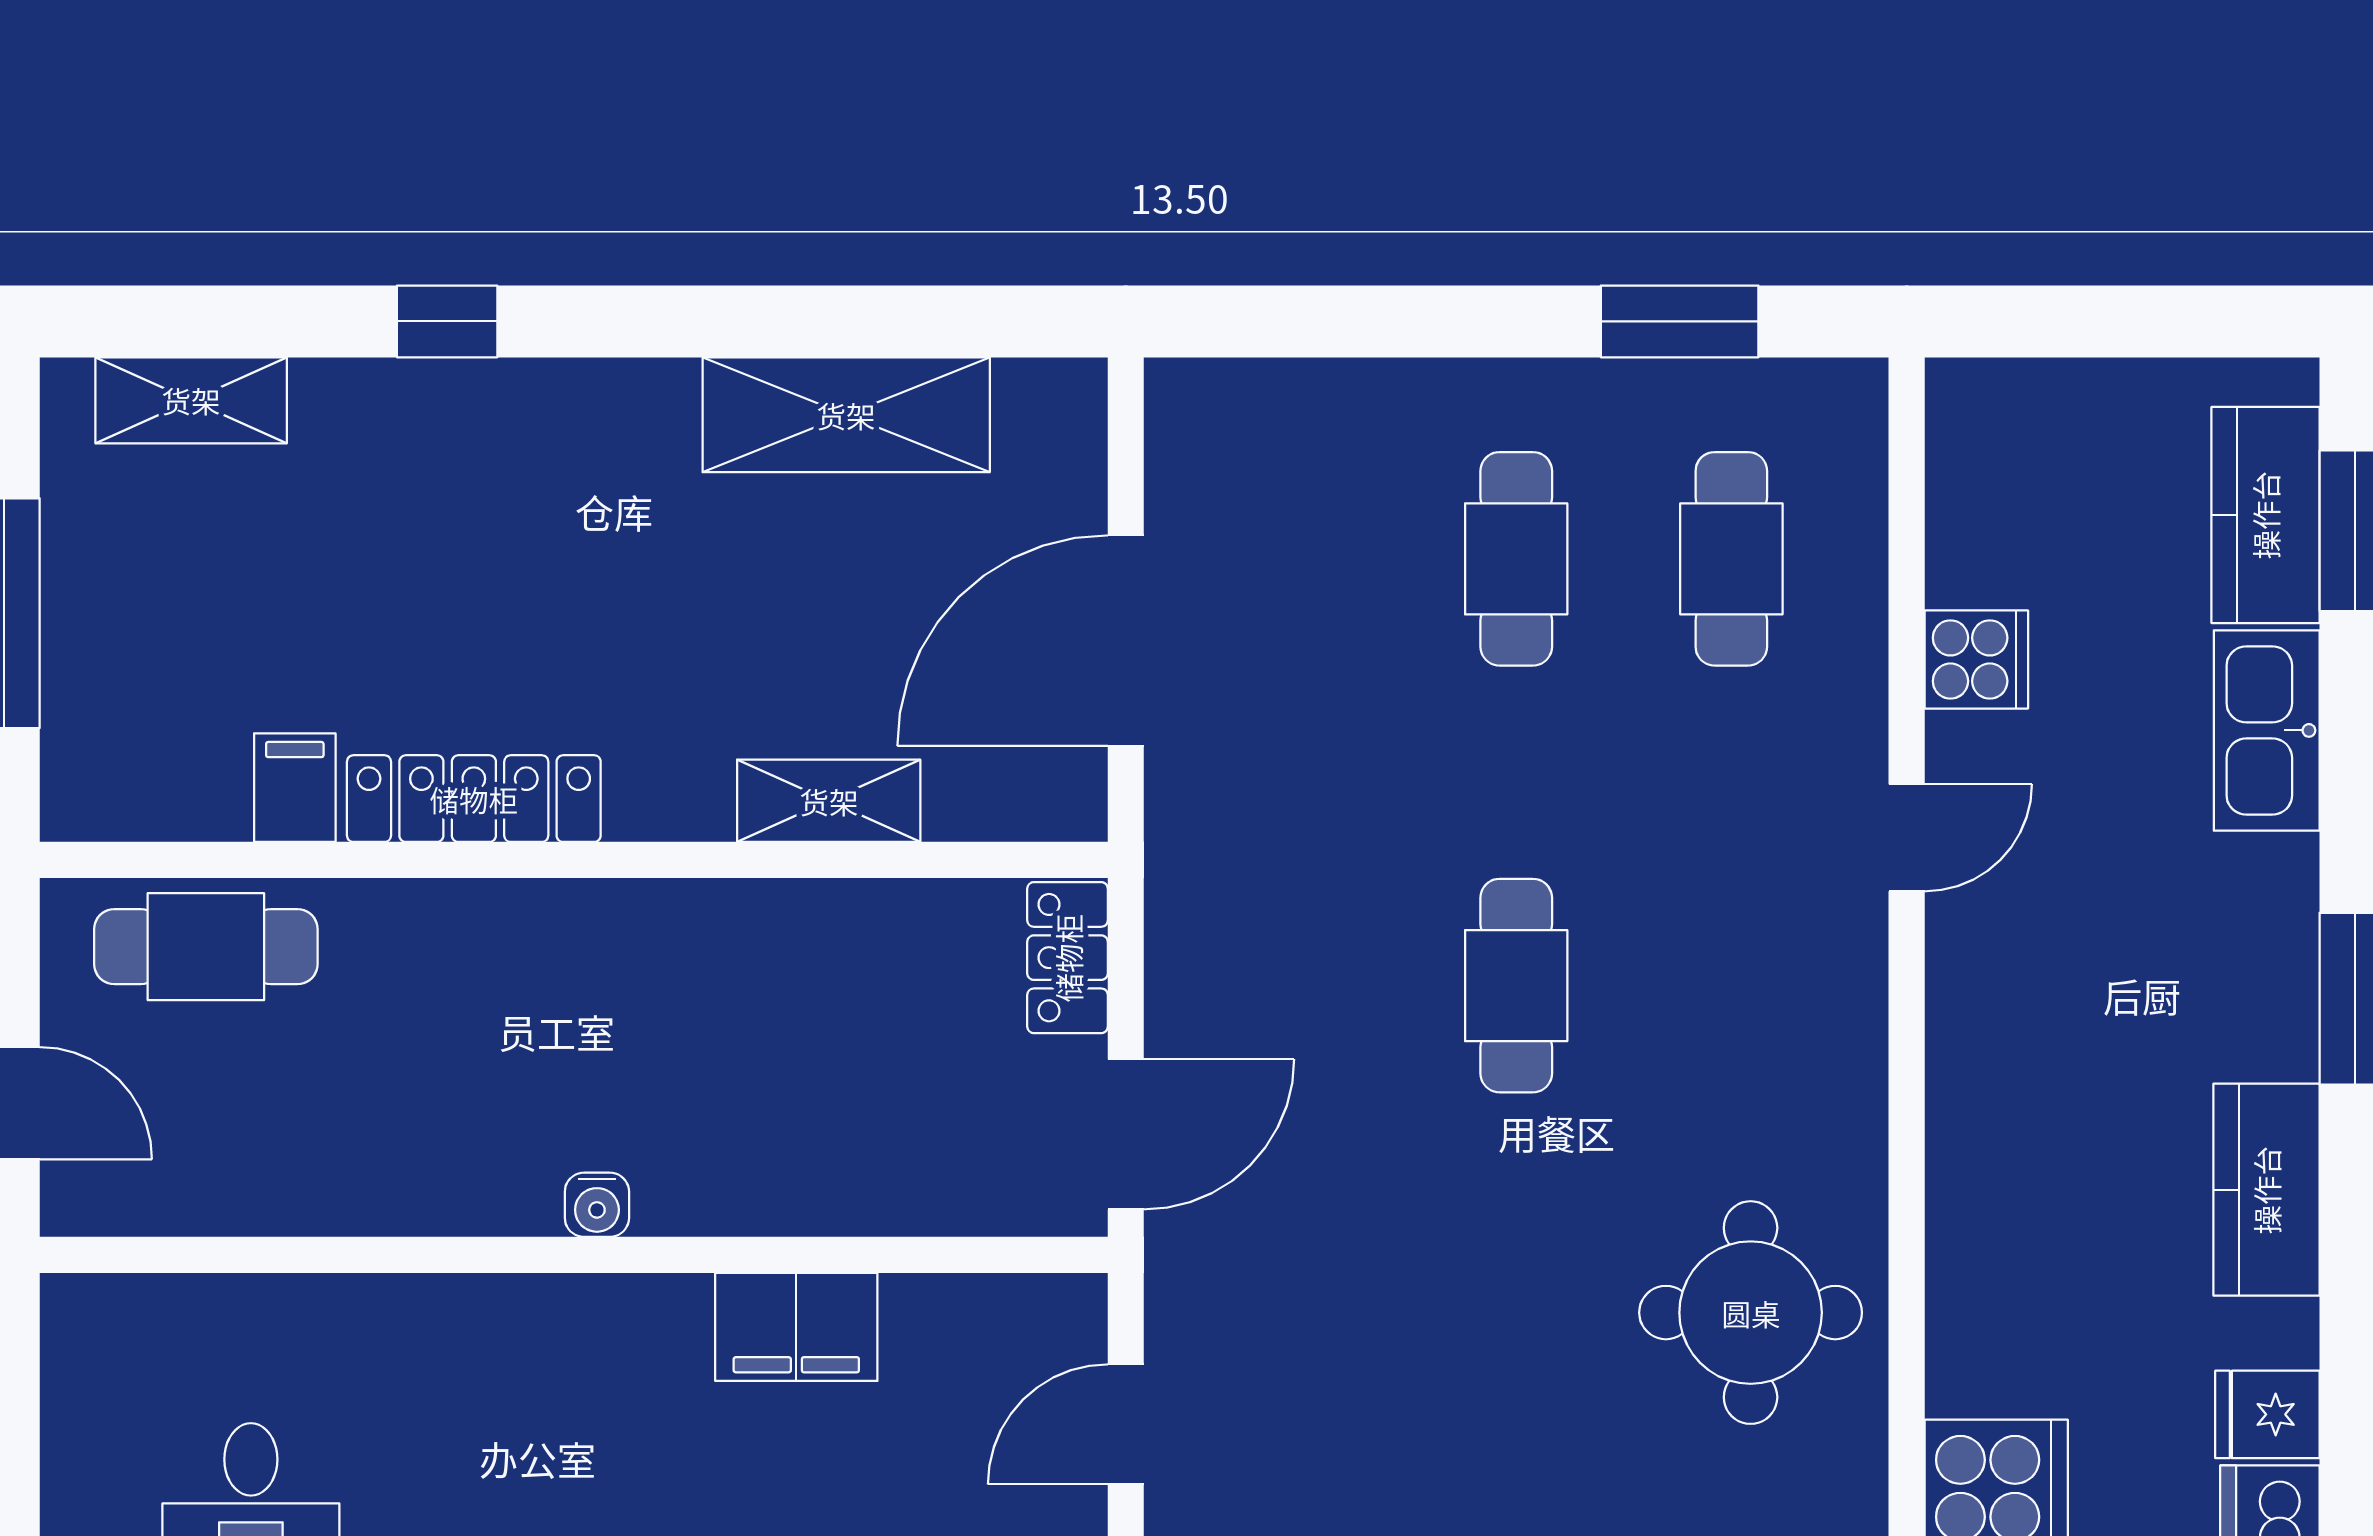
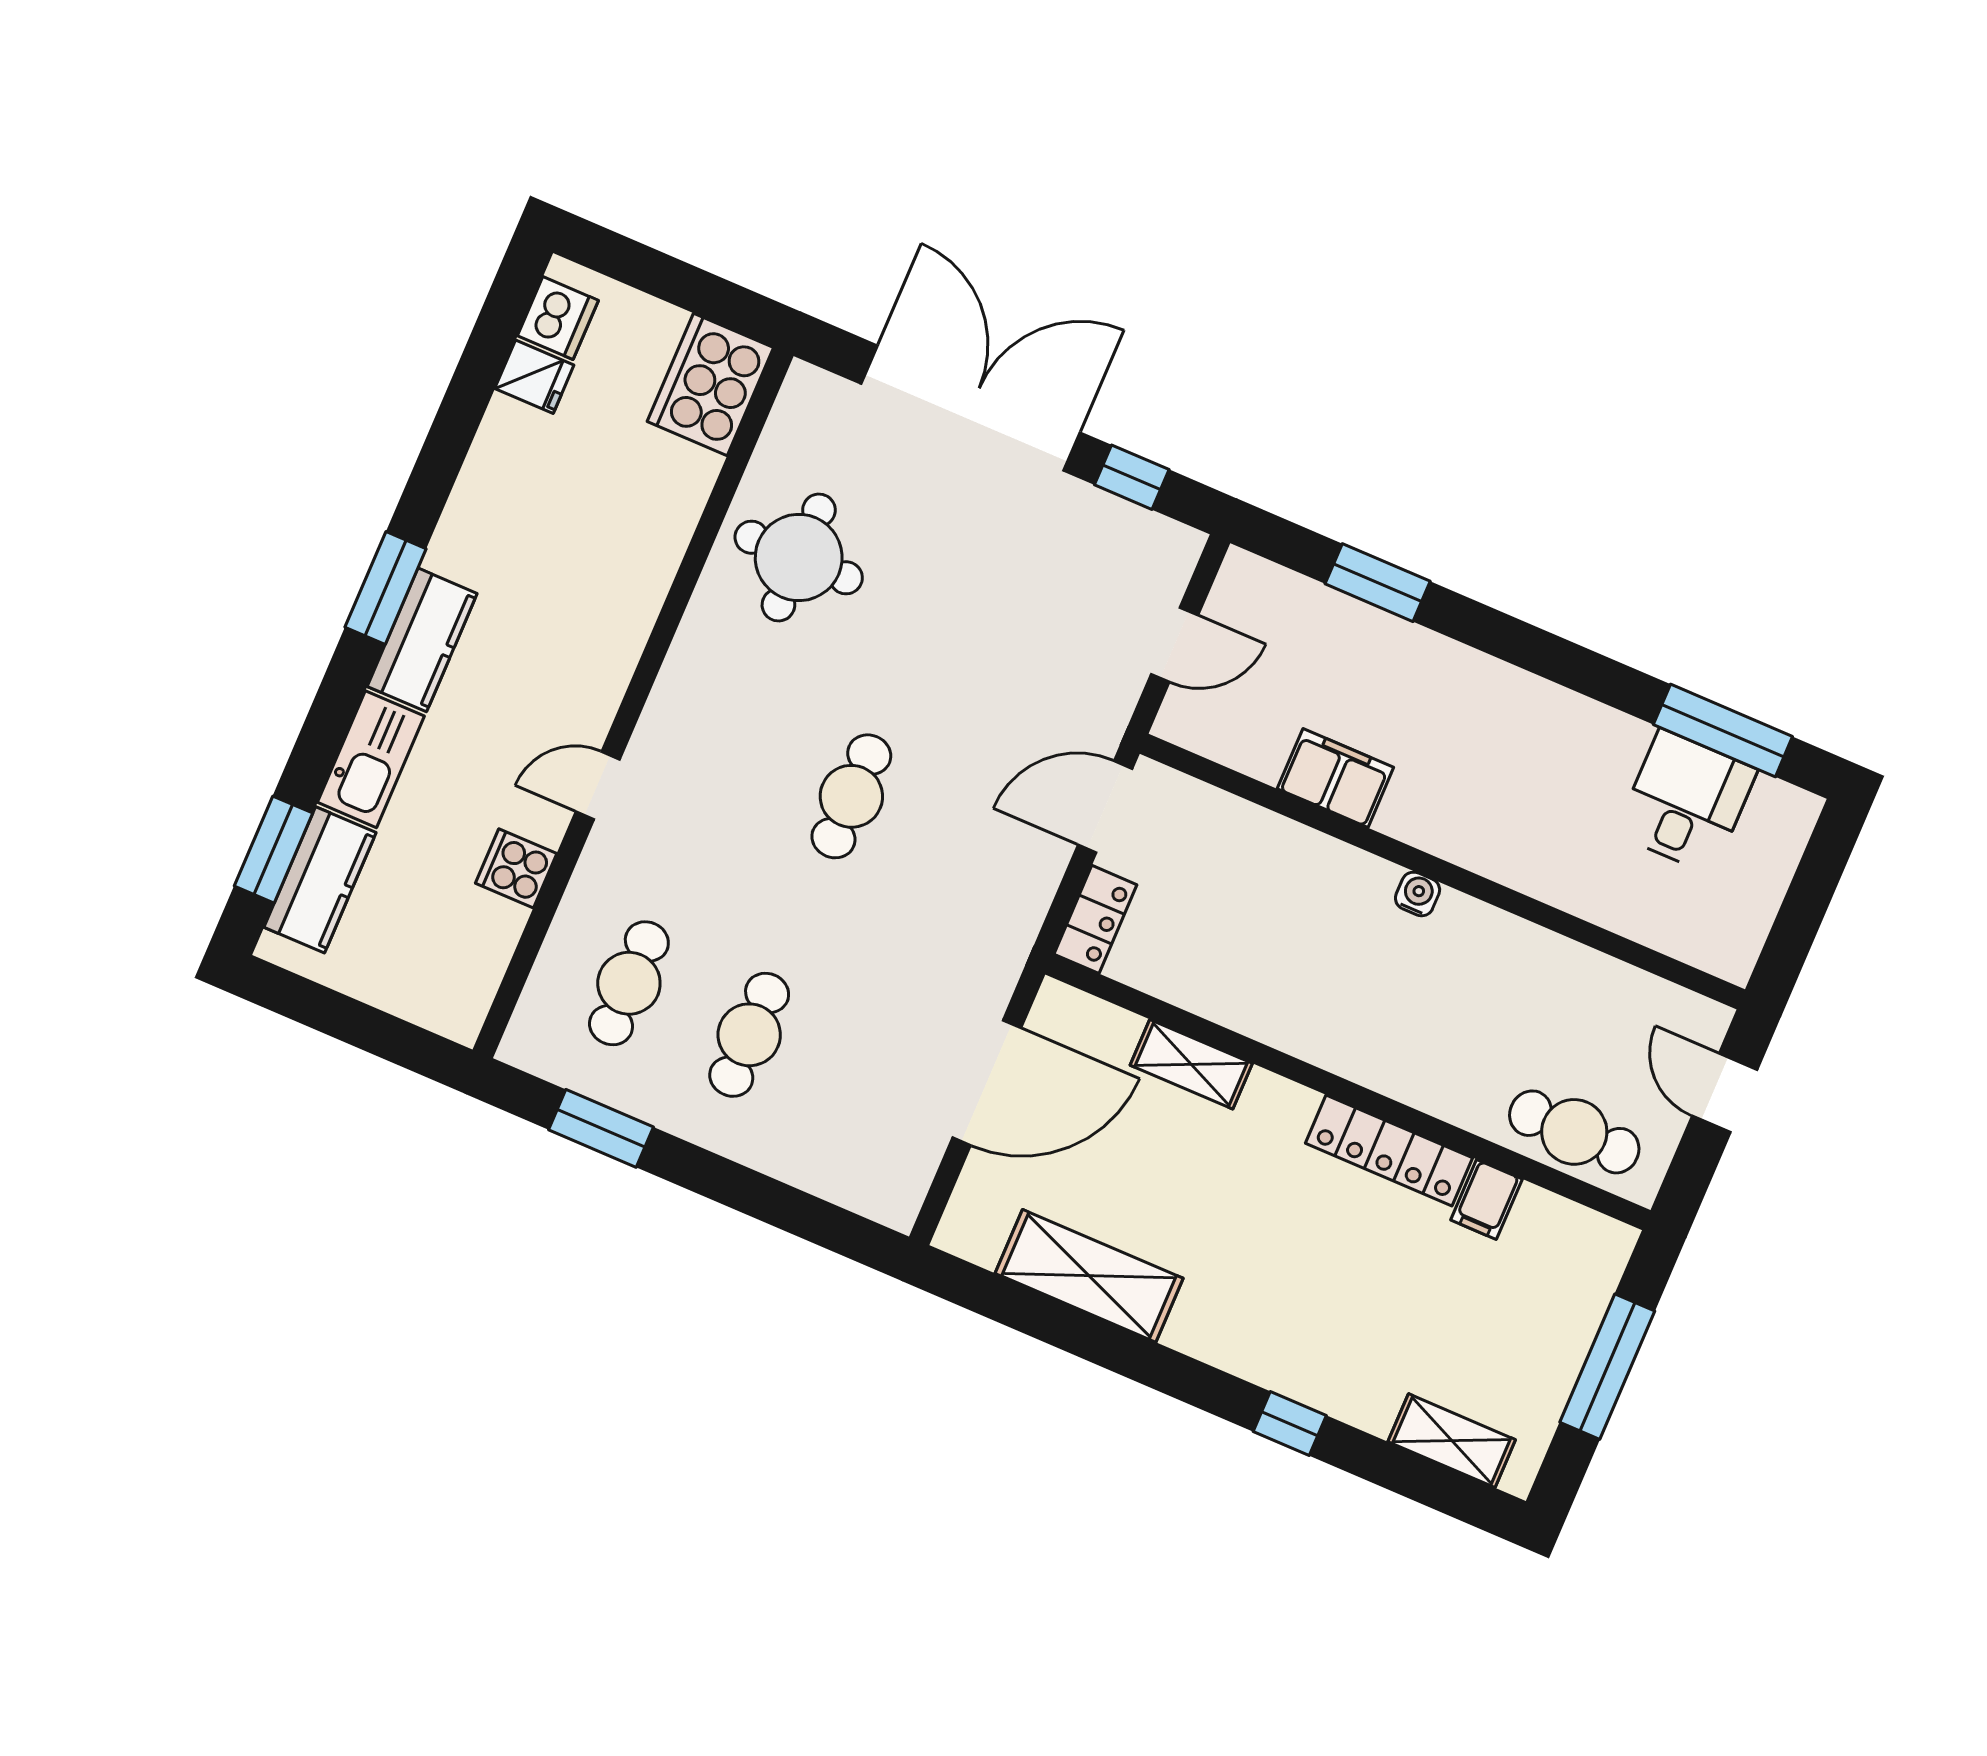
kitchen counter: (2266, 1190) -> (422, 640), moved

